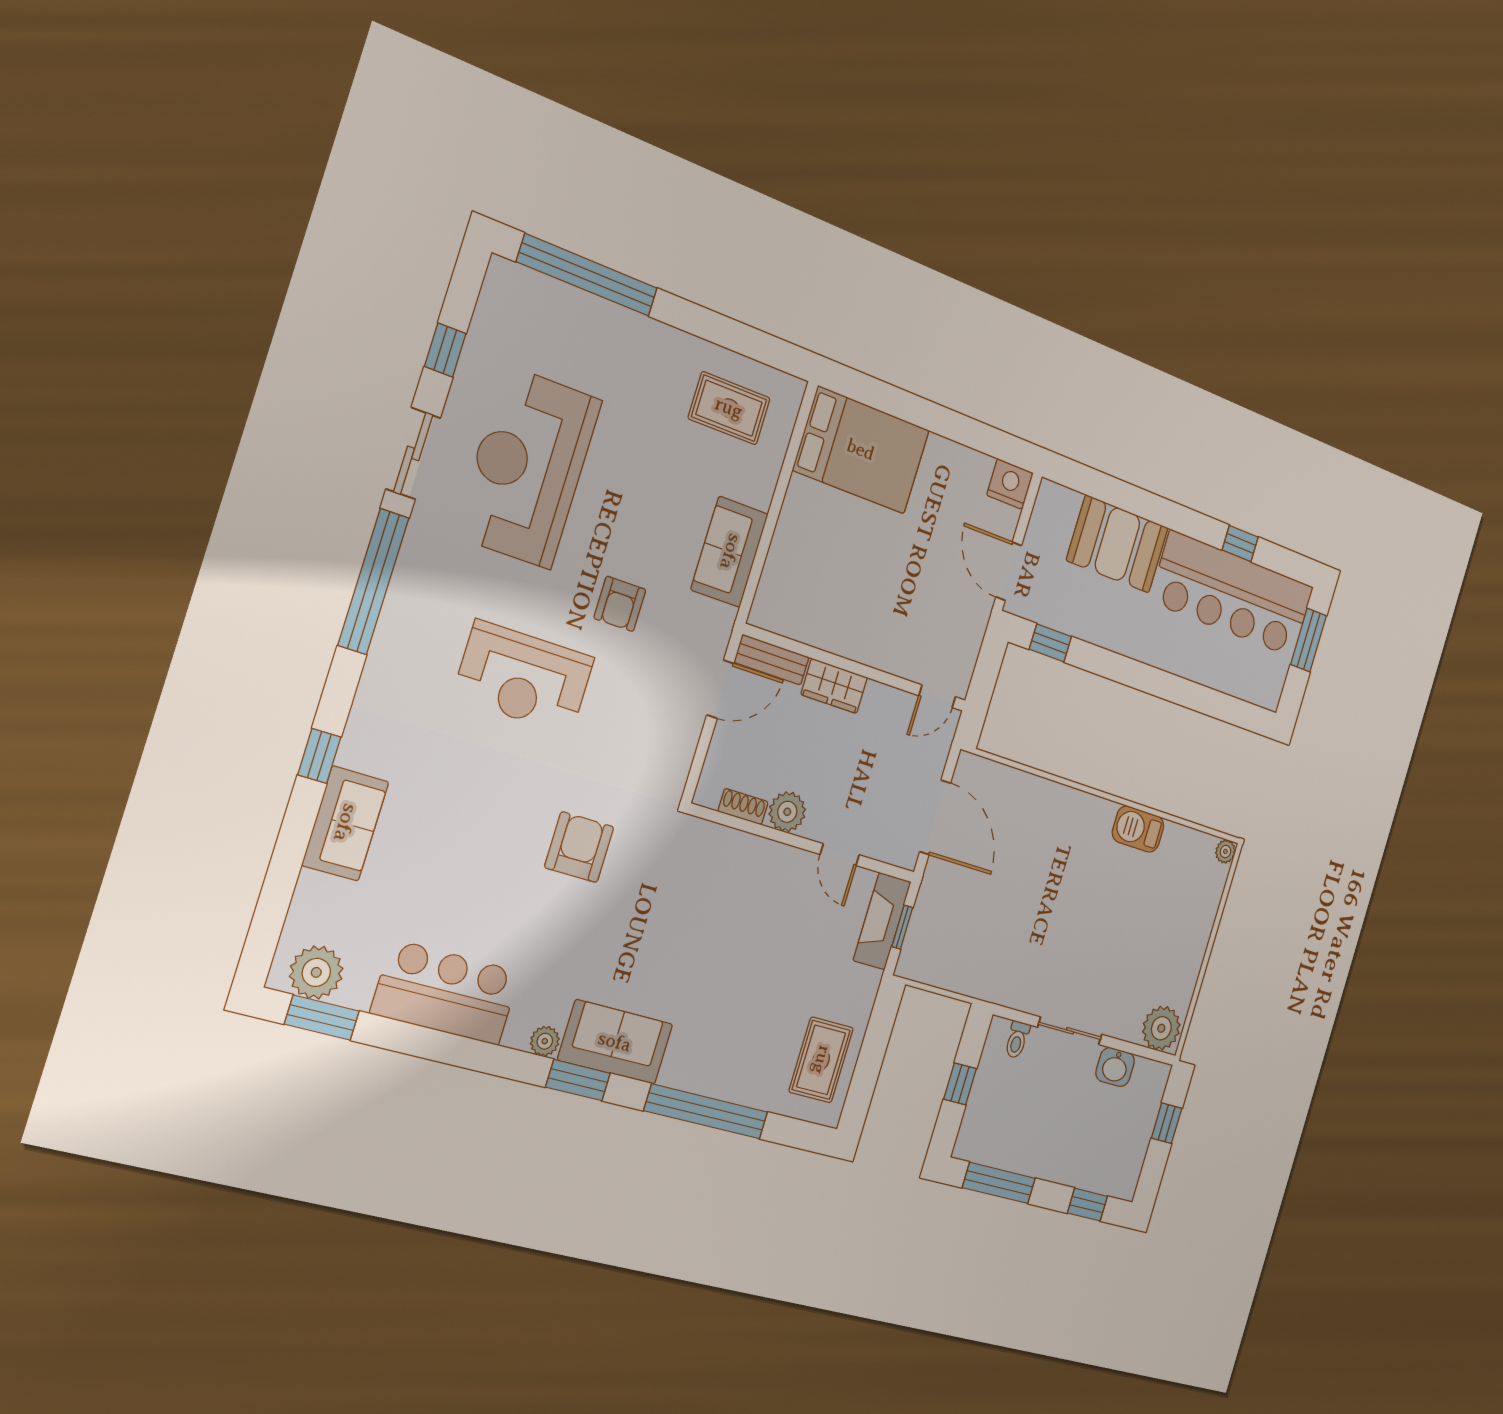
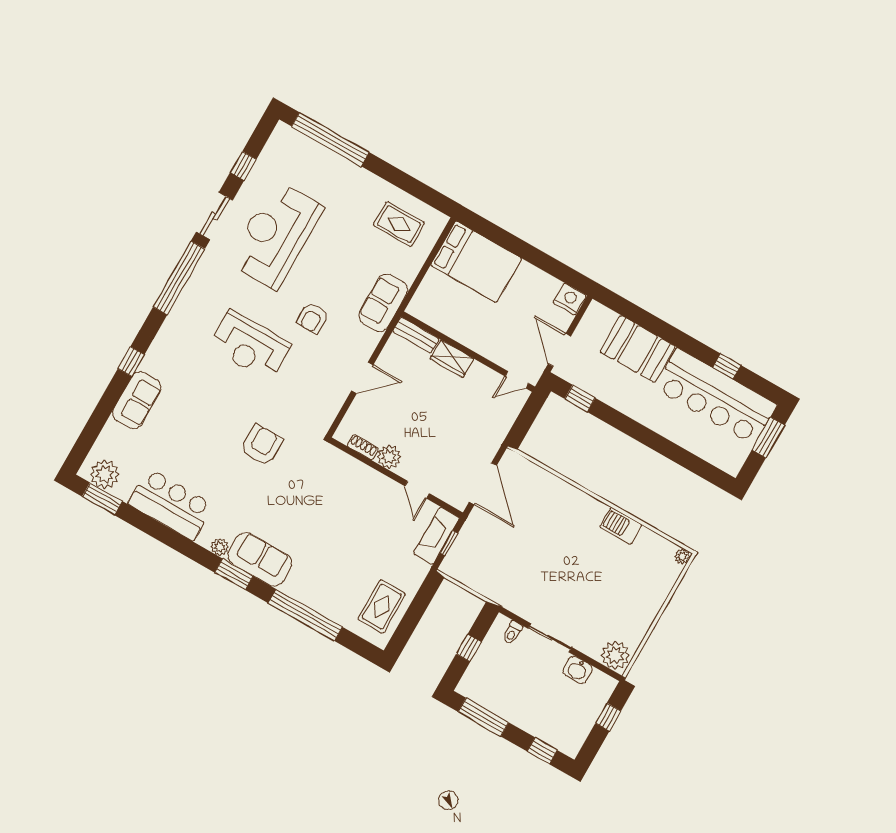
bench: (772, 660) -> (416, 335), moved
wall: (856, 668) -> (468, 352), moved
wardrobe: (834, 686) -> (452, 359), moved
door: (937, 696) -> (517, 380), moved

